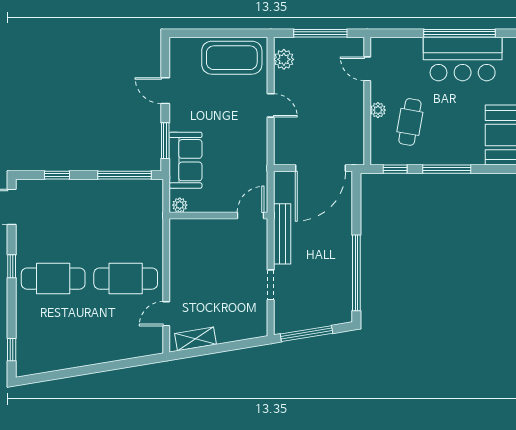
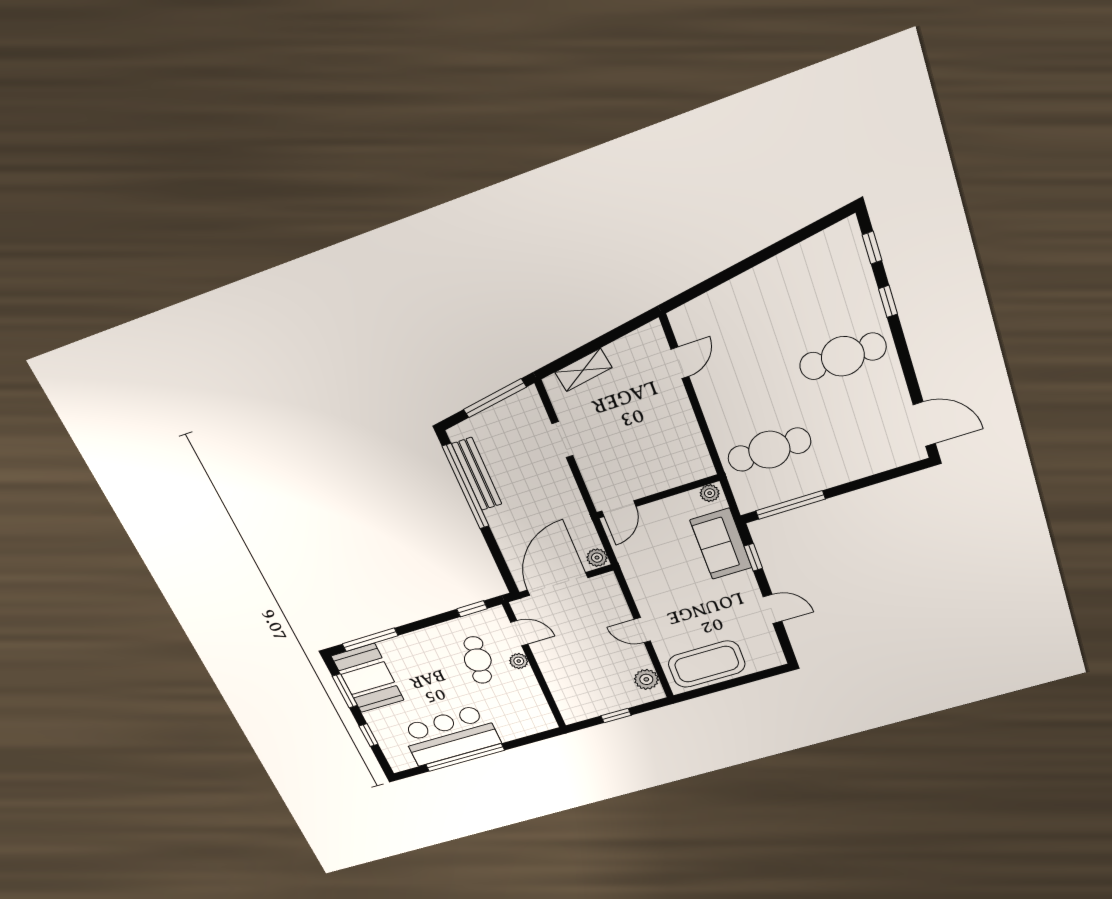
window: (320, 33) -> (616, 715), width x0.46
door: (367, 69) -> (519, 633), moved
window: (165, 141) -> (753, 557), width x0.67
window: (447, 169) -> (370, 640), moved
window: (57, 175) -> (876, 479), removed
plant: (282, 180) -> (597, 558), added
bench: (282, 234) -> (477, 474), moved
window: (12, 266) -> (888, 301), moved
cafe table: (126, 279) -> (769, 450), moved
shelving: (196, 339) -> (583, 370), moved

